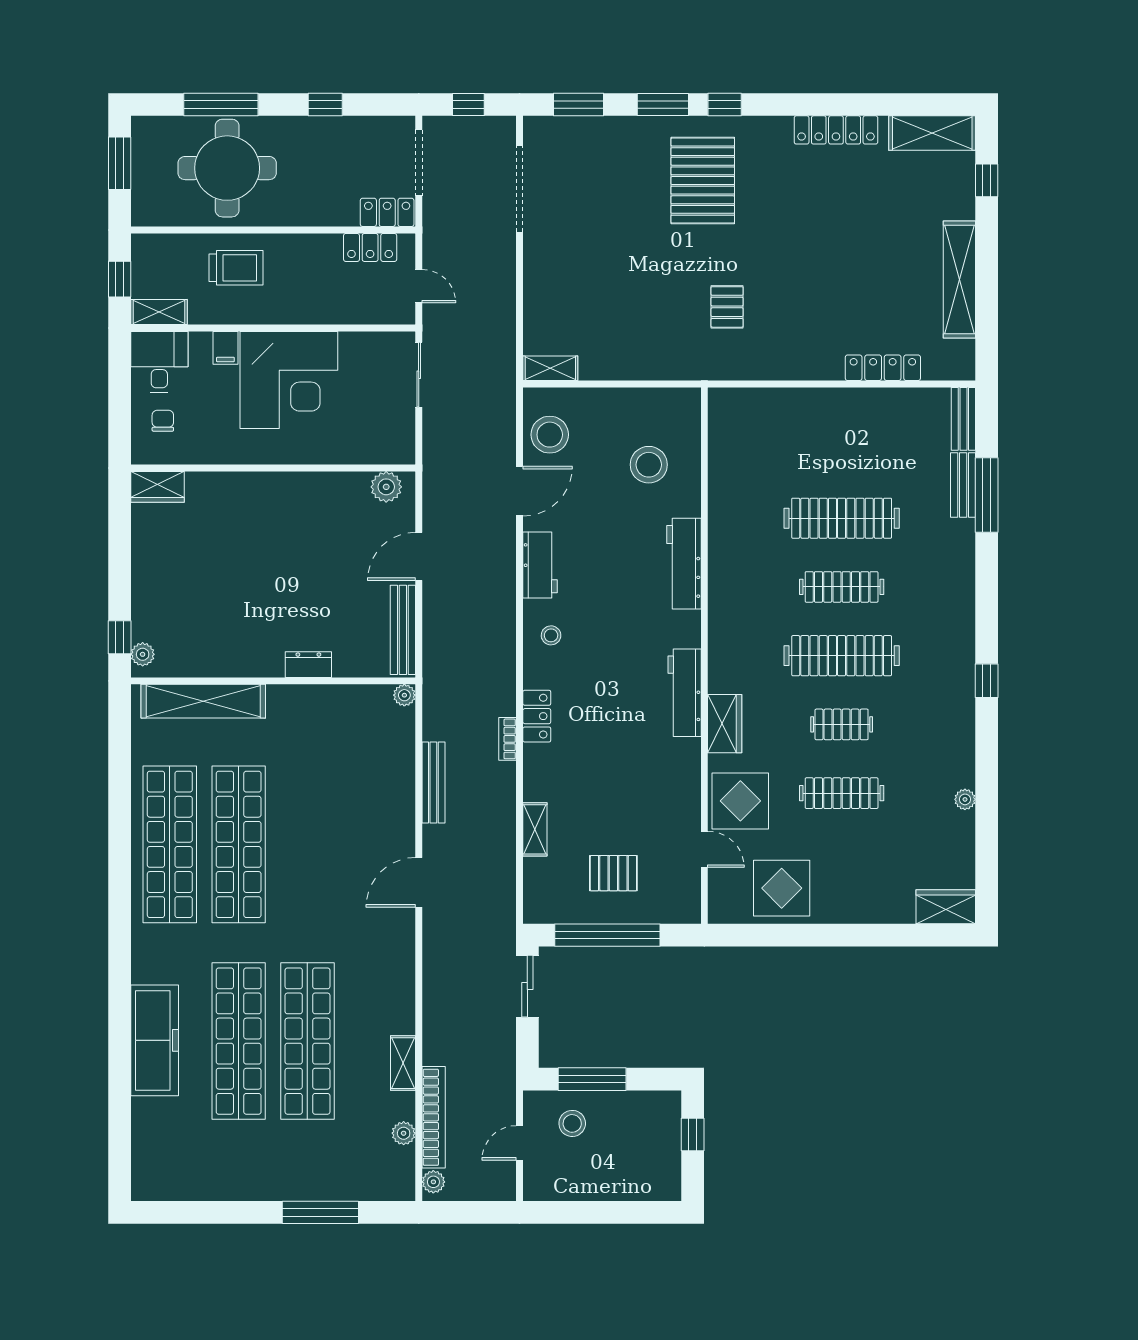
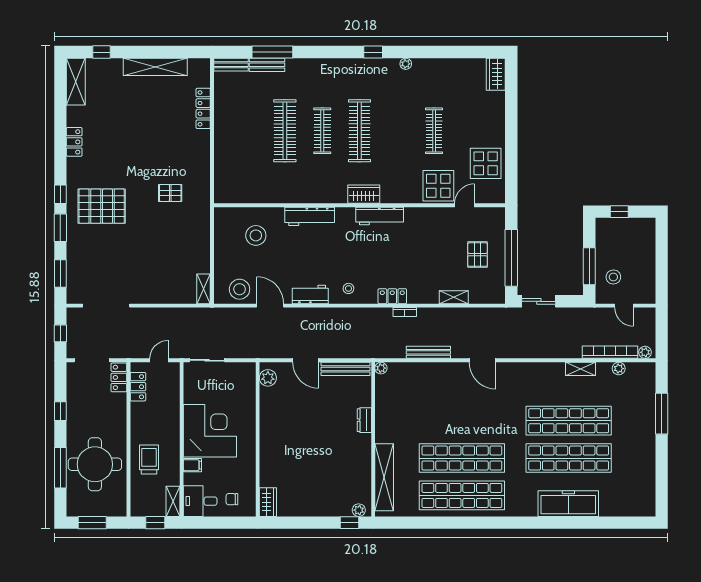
locker: (836, 130) -> (74, 142), width x0.66
wardrobe: (725, 724) -> (364, 194), moved
clothes rail: (842, 724) -> (397, 131), removed
plant: (965, 799) -> (406, 64), moved

